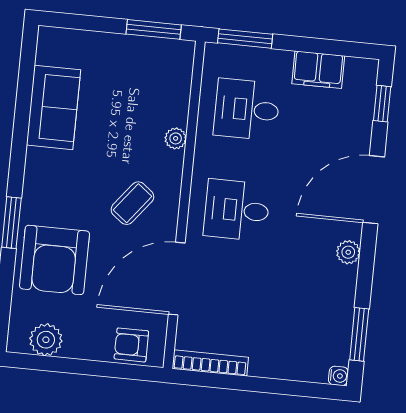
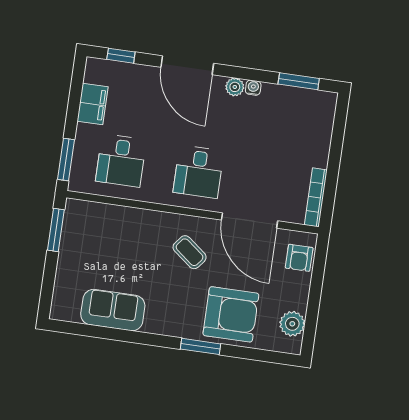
plant: (176, 138) -> (141, 217), removed
water cooler: (338, 376) -> (253, 88), moved

